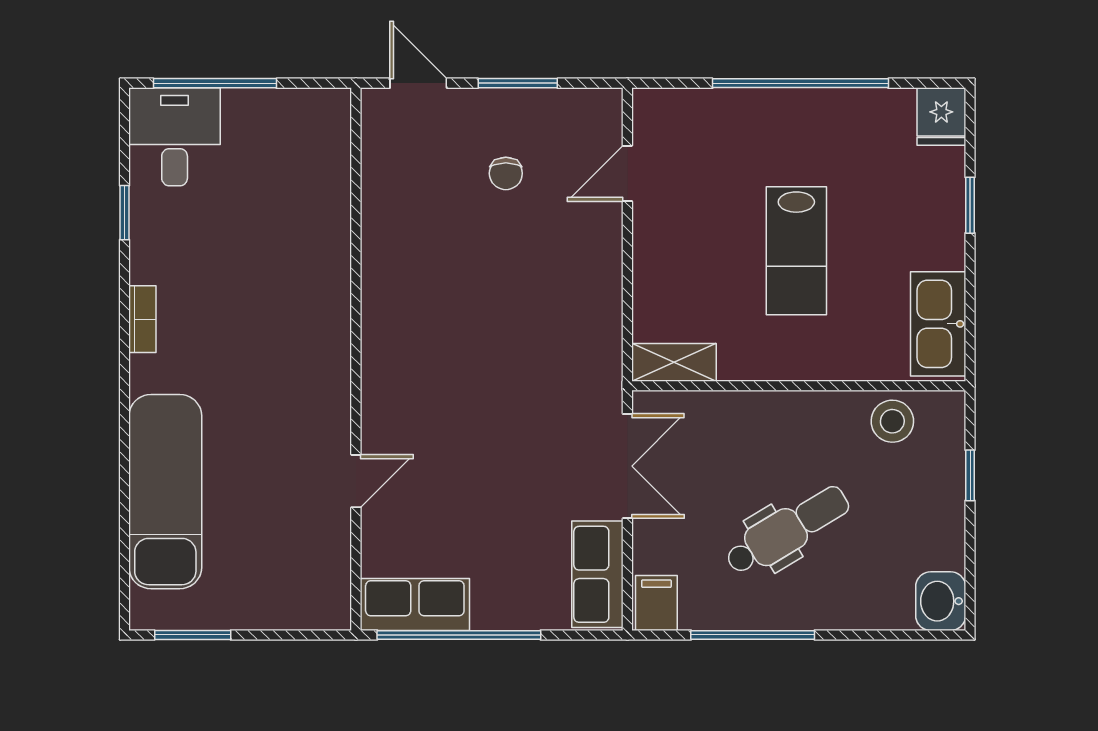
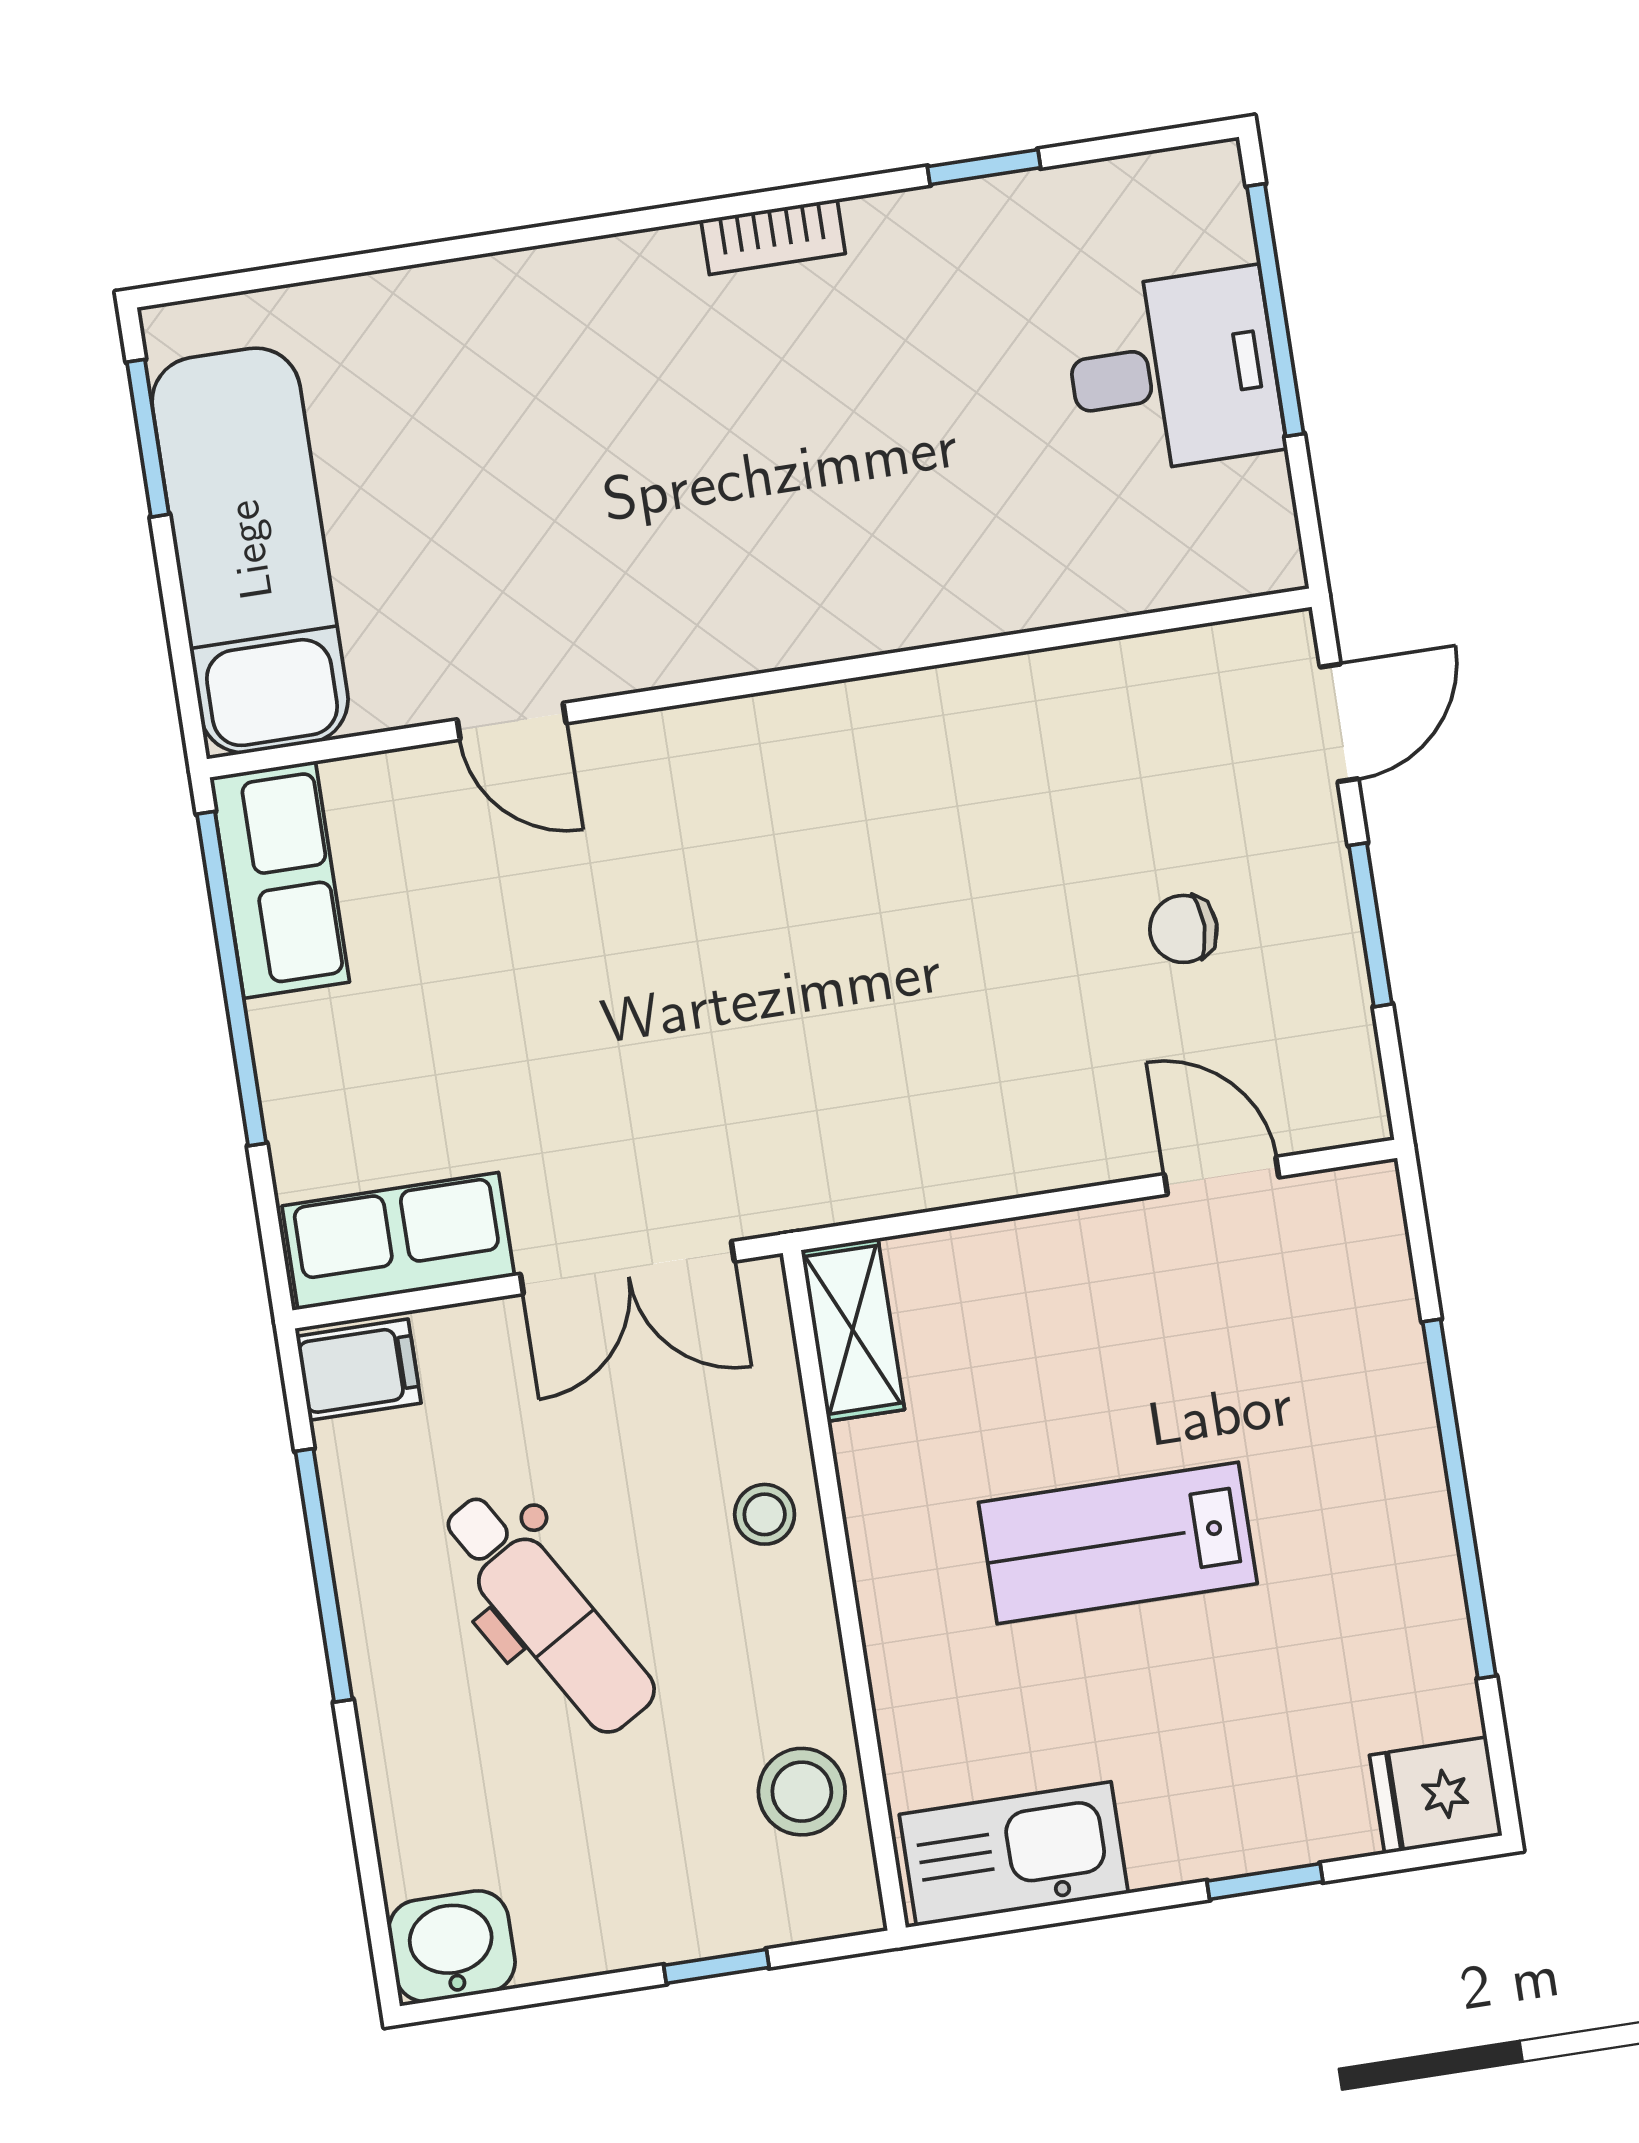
desk: (175, 137) -> (1173, 372), moved
stool: (756, 418) -> (765, 1514), added
exam couch: (165, 492) -> (250, 550), moved, turned -90

